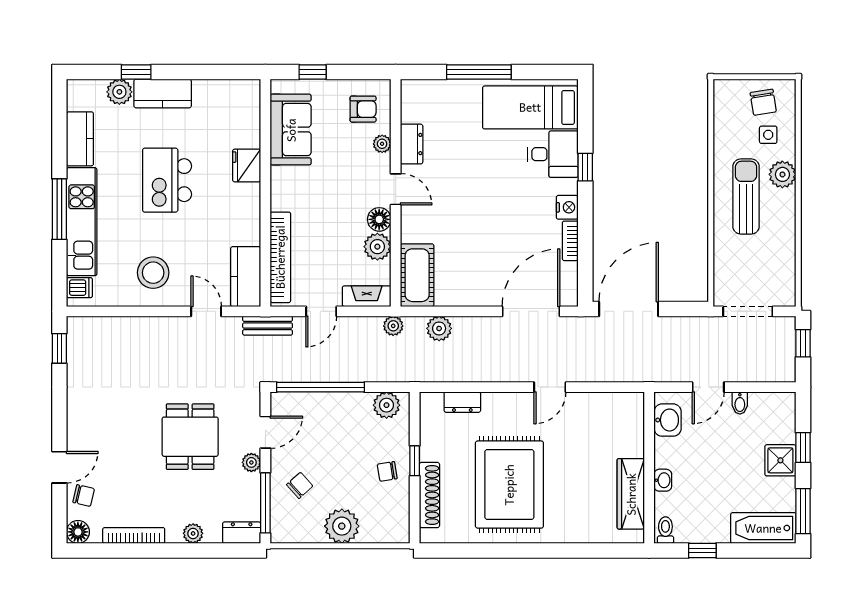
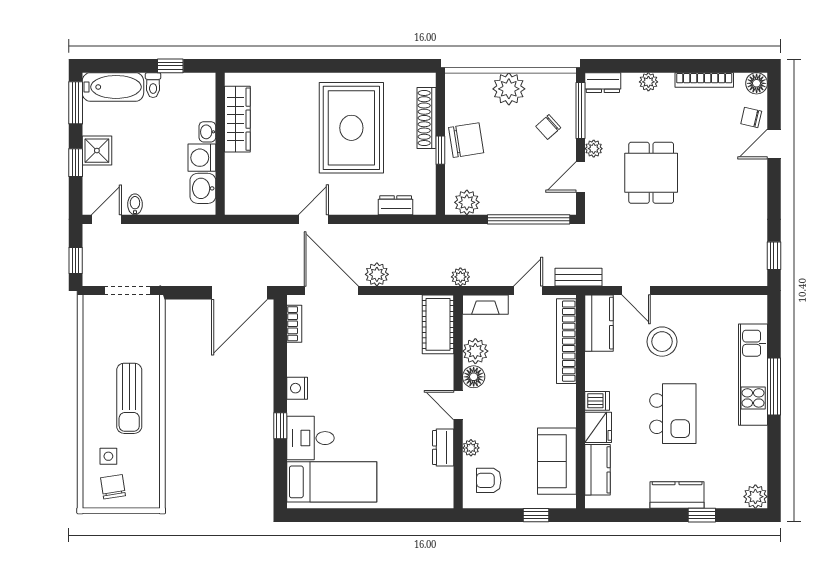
window: (479, 72) -> (380, 515), removed
plant: (119, 92) -> (755, 497), moved
kitchen counter: (80, 139) -> (598, 470), moved, turned 180
plant: (782, 174) -> (95, 419), removed
bookcase: (570, 241) -> (294, 324), moved
stool: (153, 273) -> (662, 342), moved
dishwasher: (79, 288) -> (597, 401), moved, turned 180
door: (531, 311) -> (331, 290), swing flipped
plant: (439, 328) -> (377, 274), moved
door: (708, 387) -> (106, 219), moved
washing machine: (669, 453) -> (202, 158), added
chair: (387, 471) -> (466, 140), width x1.87, depth x1.87
toilet: (665, 530) -> (153, 85), moved

